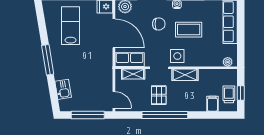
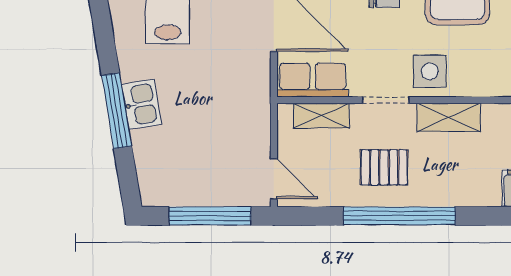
window: (48, 60) -> (117, 111), moved
kitchen sink: (63, 89) -> (141, 104), moved
pallet: (159, 95) -> (384, 167), turned 90

